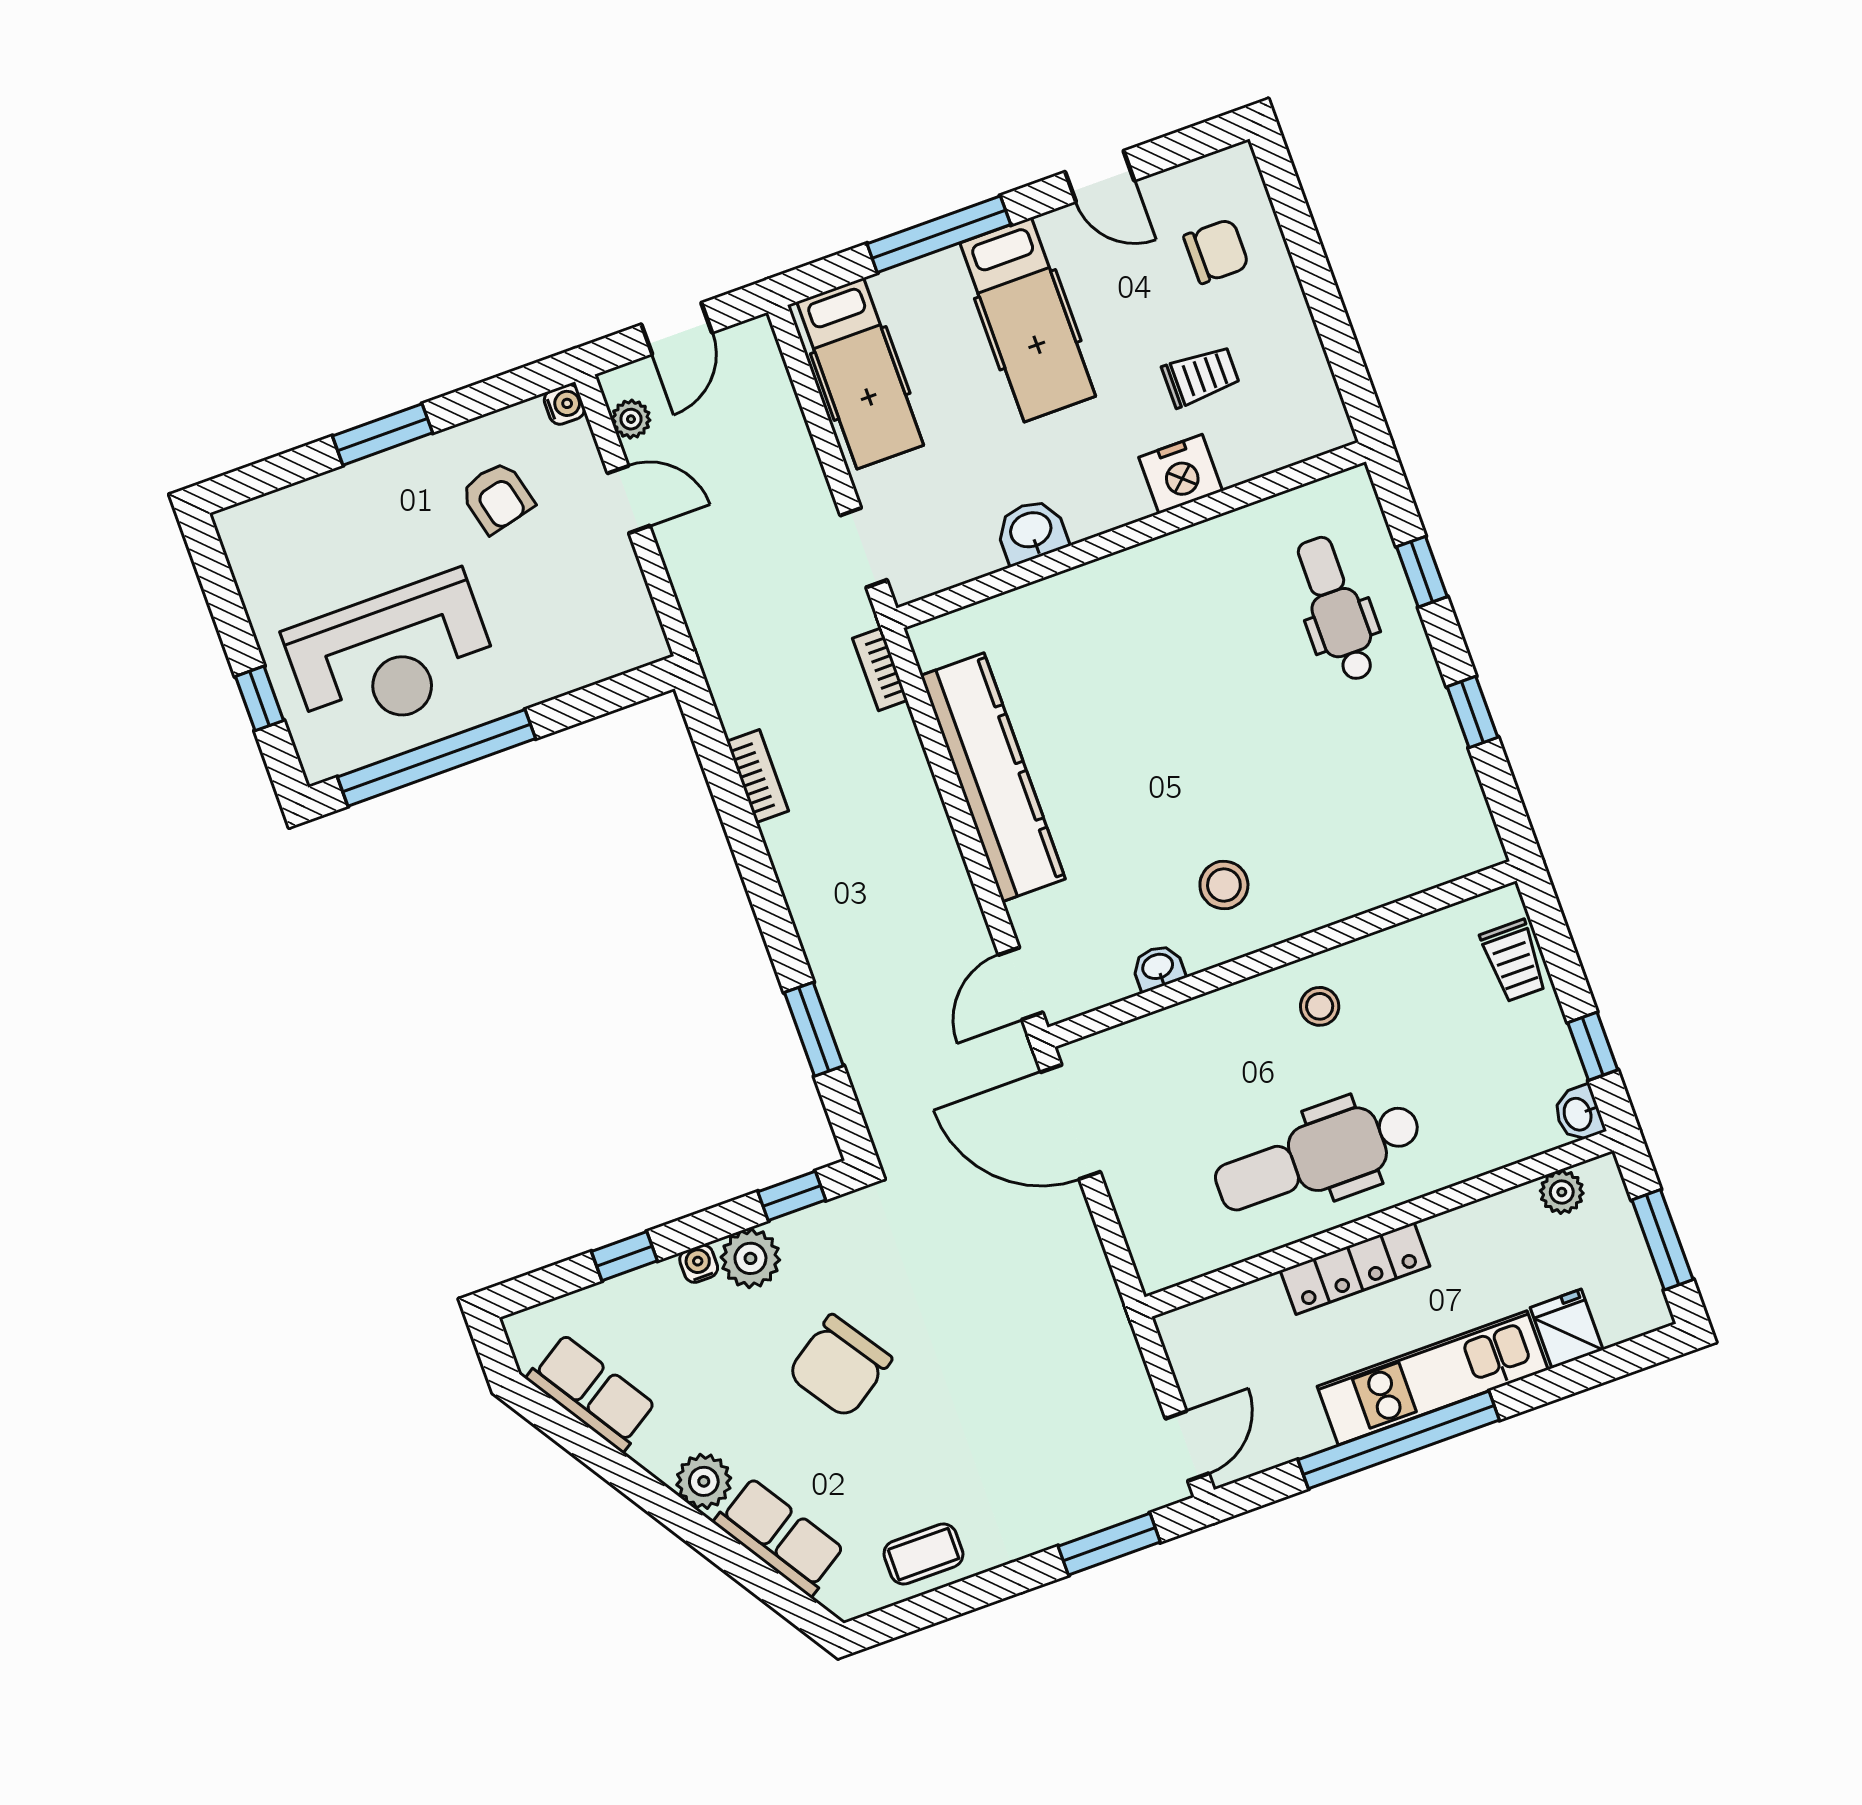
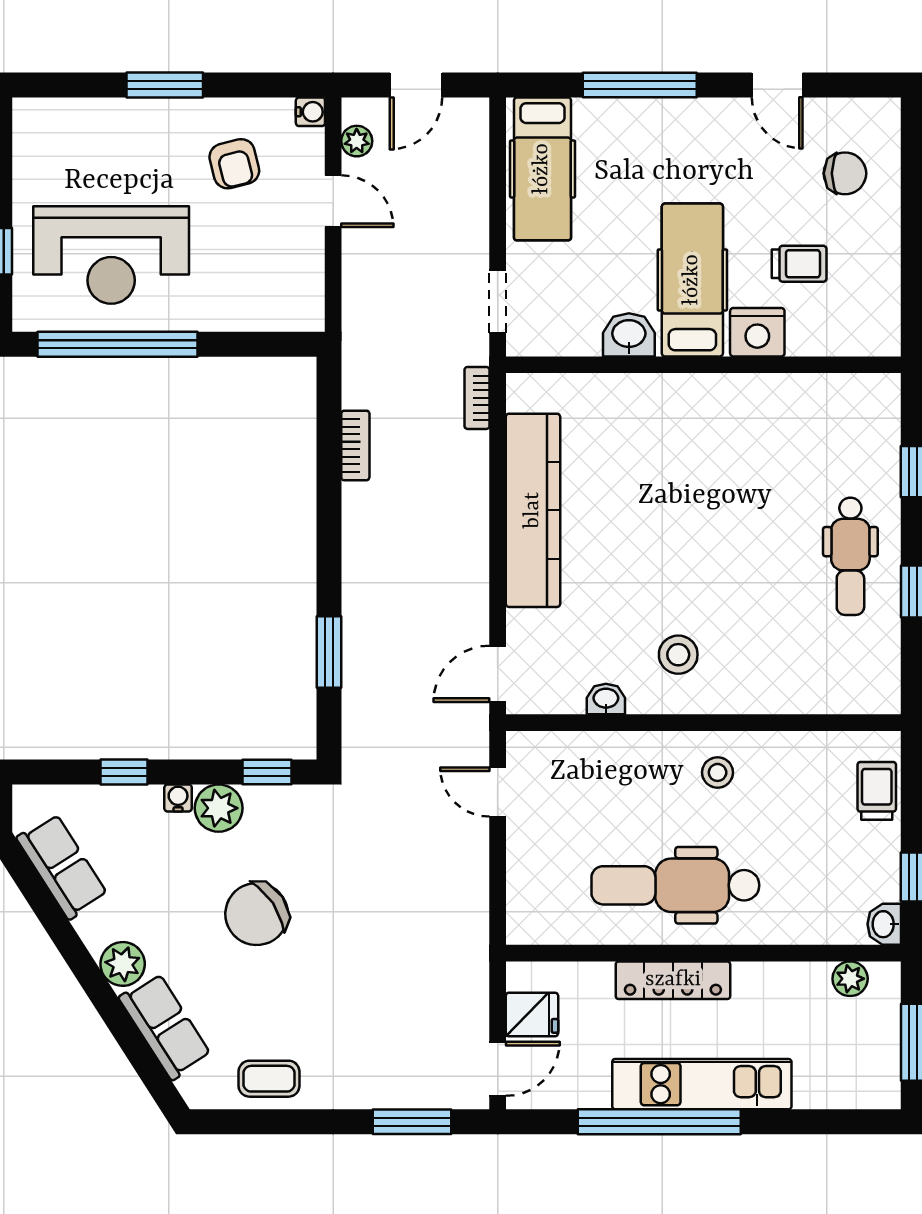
hospital bed: (1028, 320) -> (692, 280), moved, turned 180
dental chair: (1336, 609) -> (850, 556), moved, turned 180
trolley: (1514, 961) -> (877, 791), turned 180
door: (1070, 1122) -> (498, 792), width x0.53
fridge: (1567, 1329) -> (532, 1014), moved, turned 90

